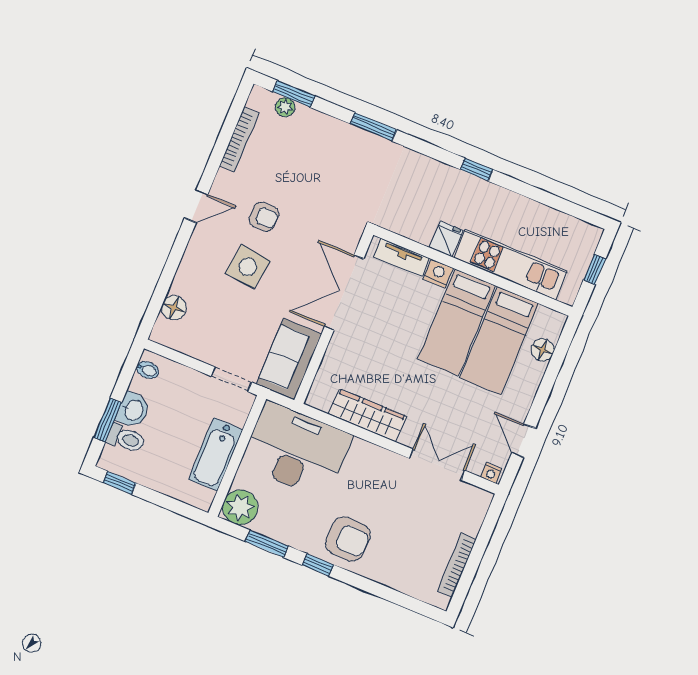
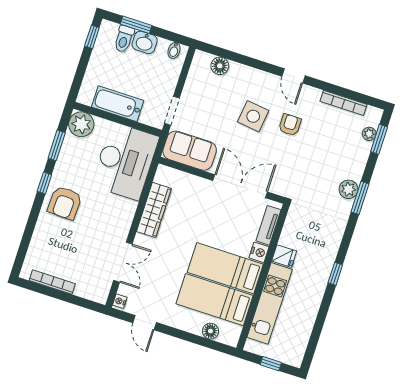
plant: (360, 142) -> (348, 189), added
armchair: (264, 217) -> (290, 125), turned 180
door: (524, 441) -> (145, 323), swing flipped

